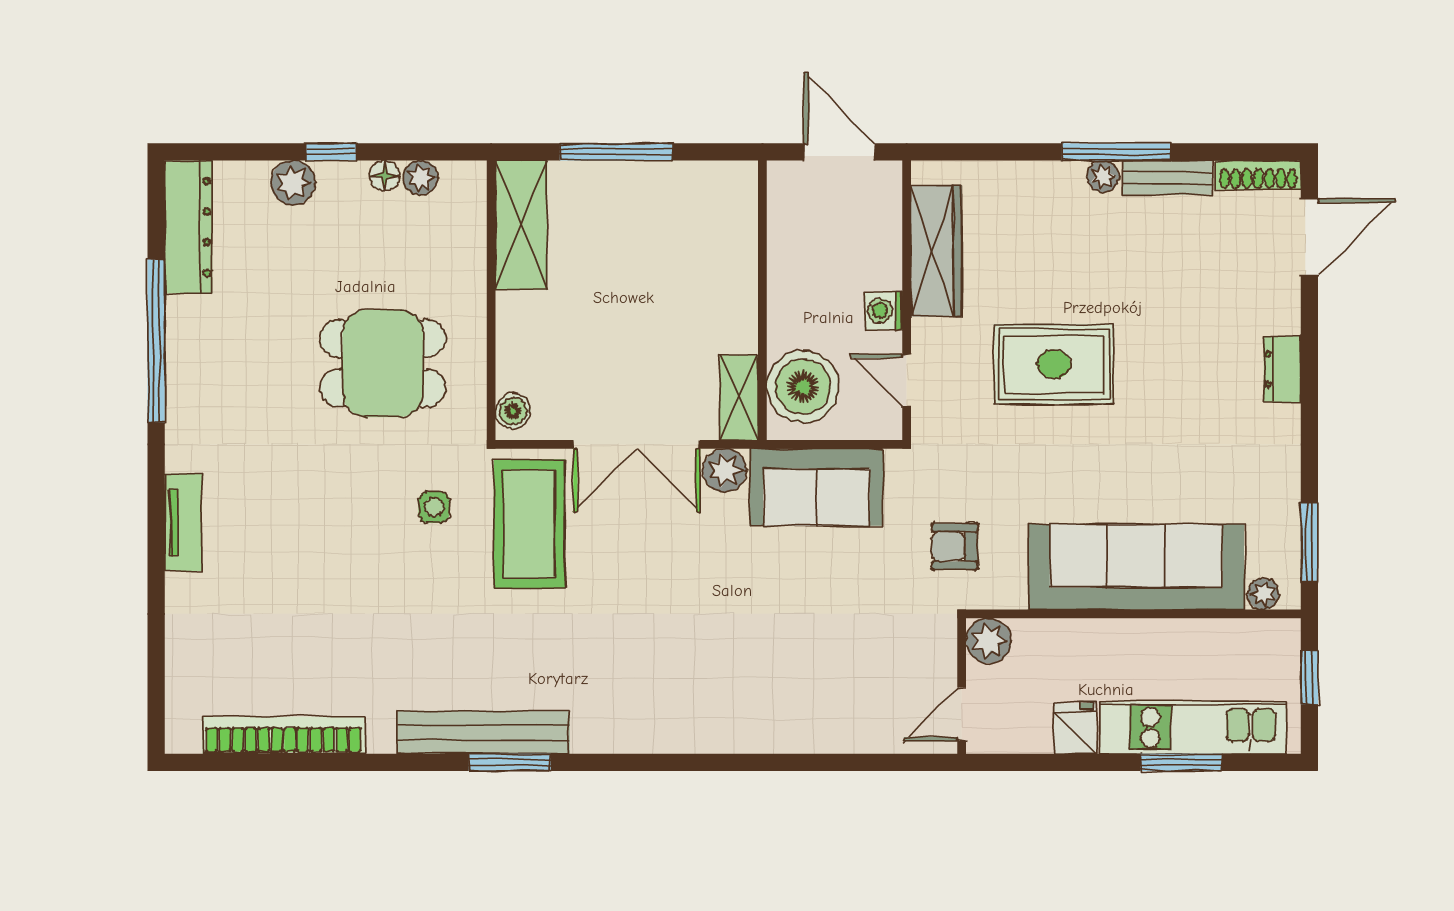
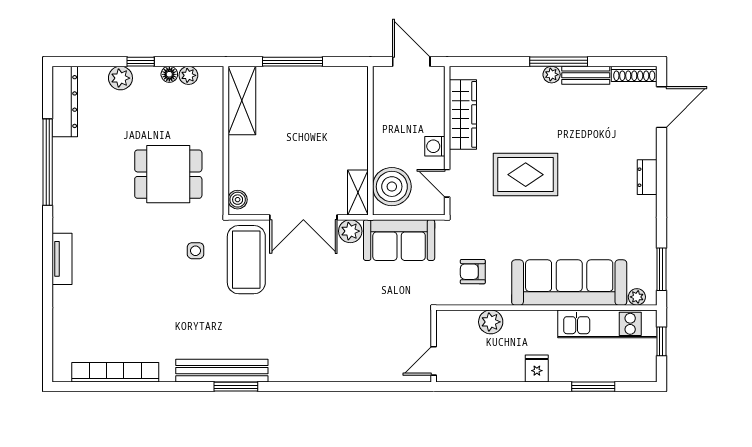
wall: (962, 686) -> (434, 346), moved
door: (962, 714) -> (434, 361), moved
kitchen unit: (1193, 728) -> (607, 324), moved, turned 180

